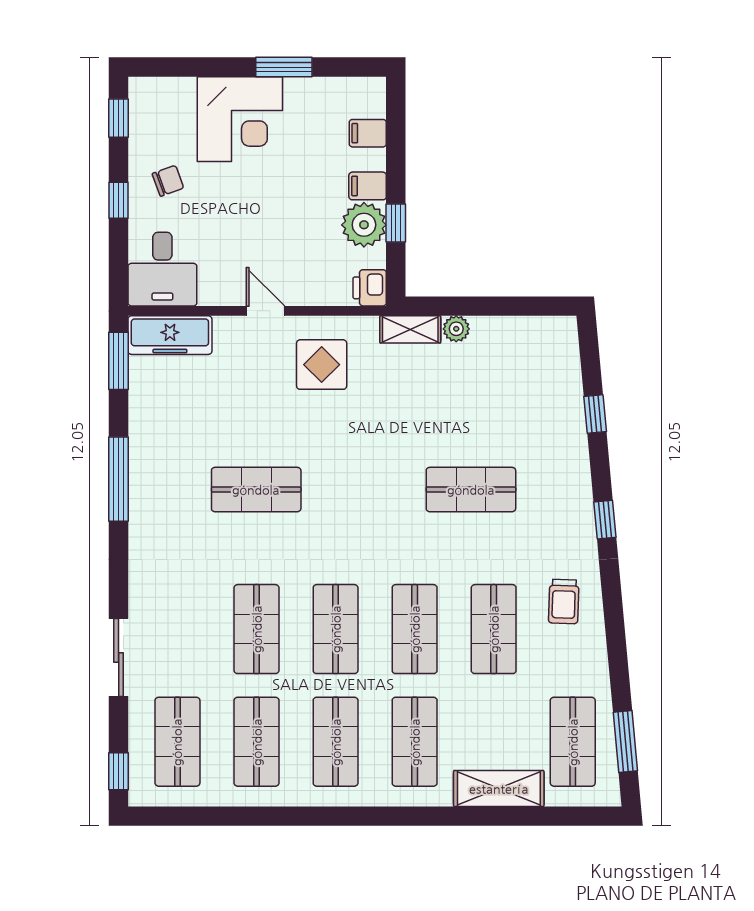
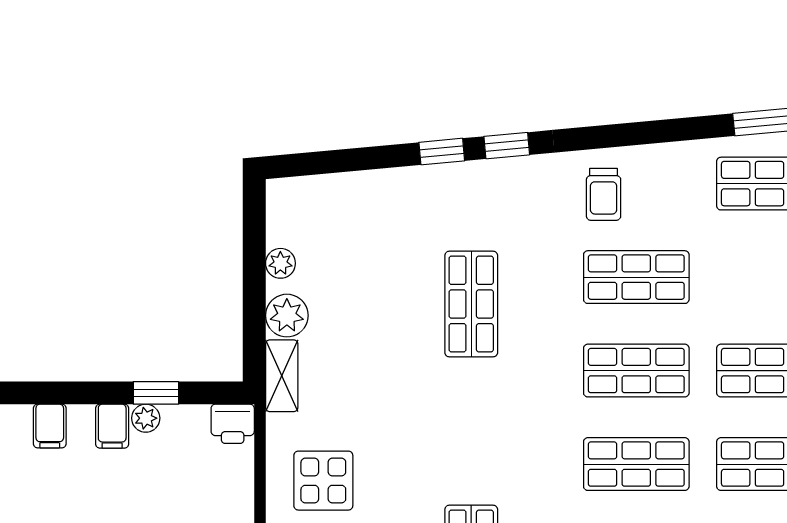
plant: (364, 225) -> (146, 418), width x0.53, depth x0.53
plant: (505, 328) -> (280, 263), added
plant: (456, 329) -> (287, 316), width x1.38, depth x1.38
window: (595, 414) -> (442, 152), moved
trolley: (564, 601) -> (604, 194), turned 88

